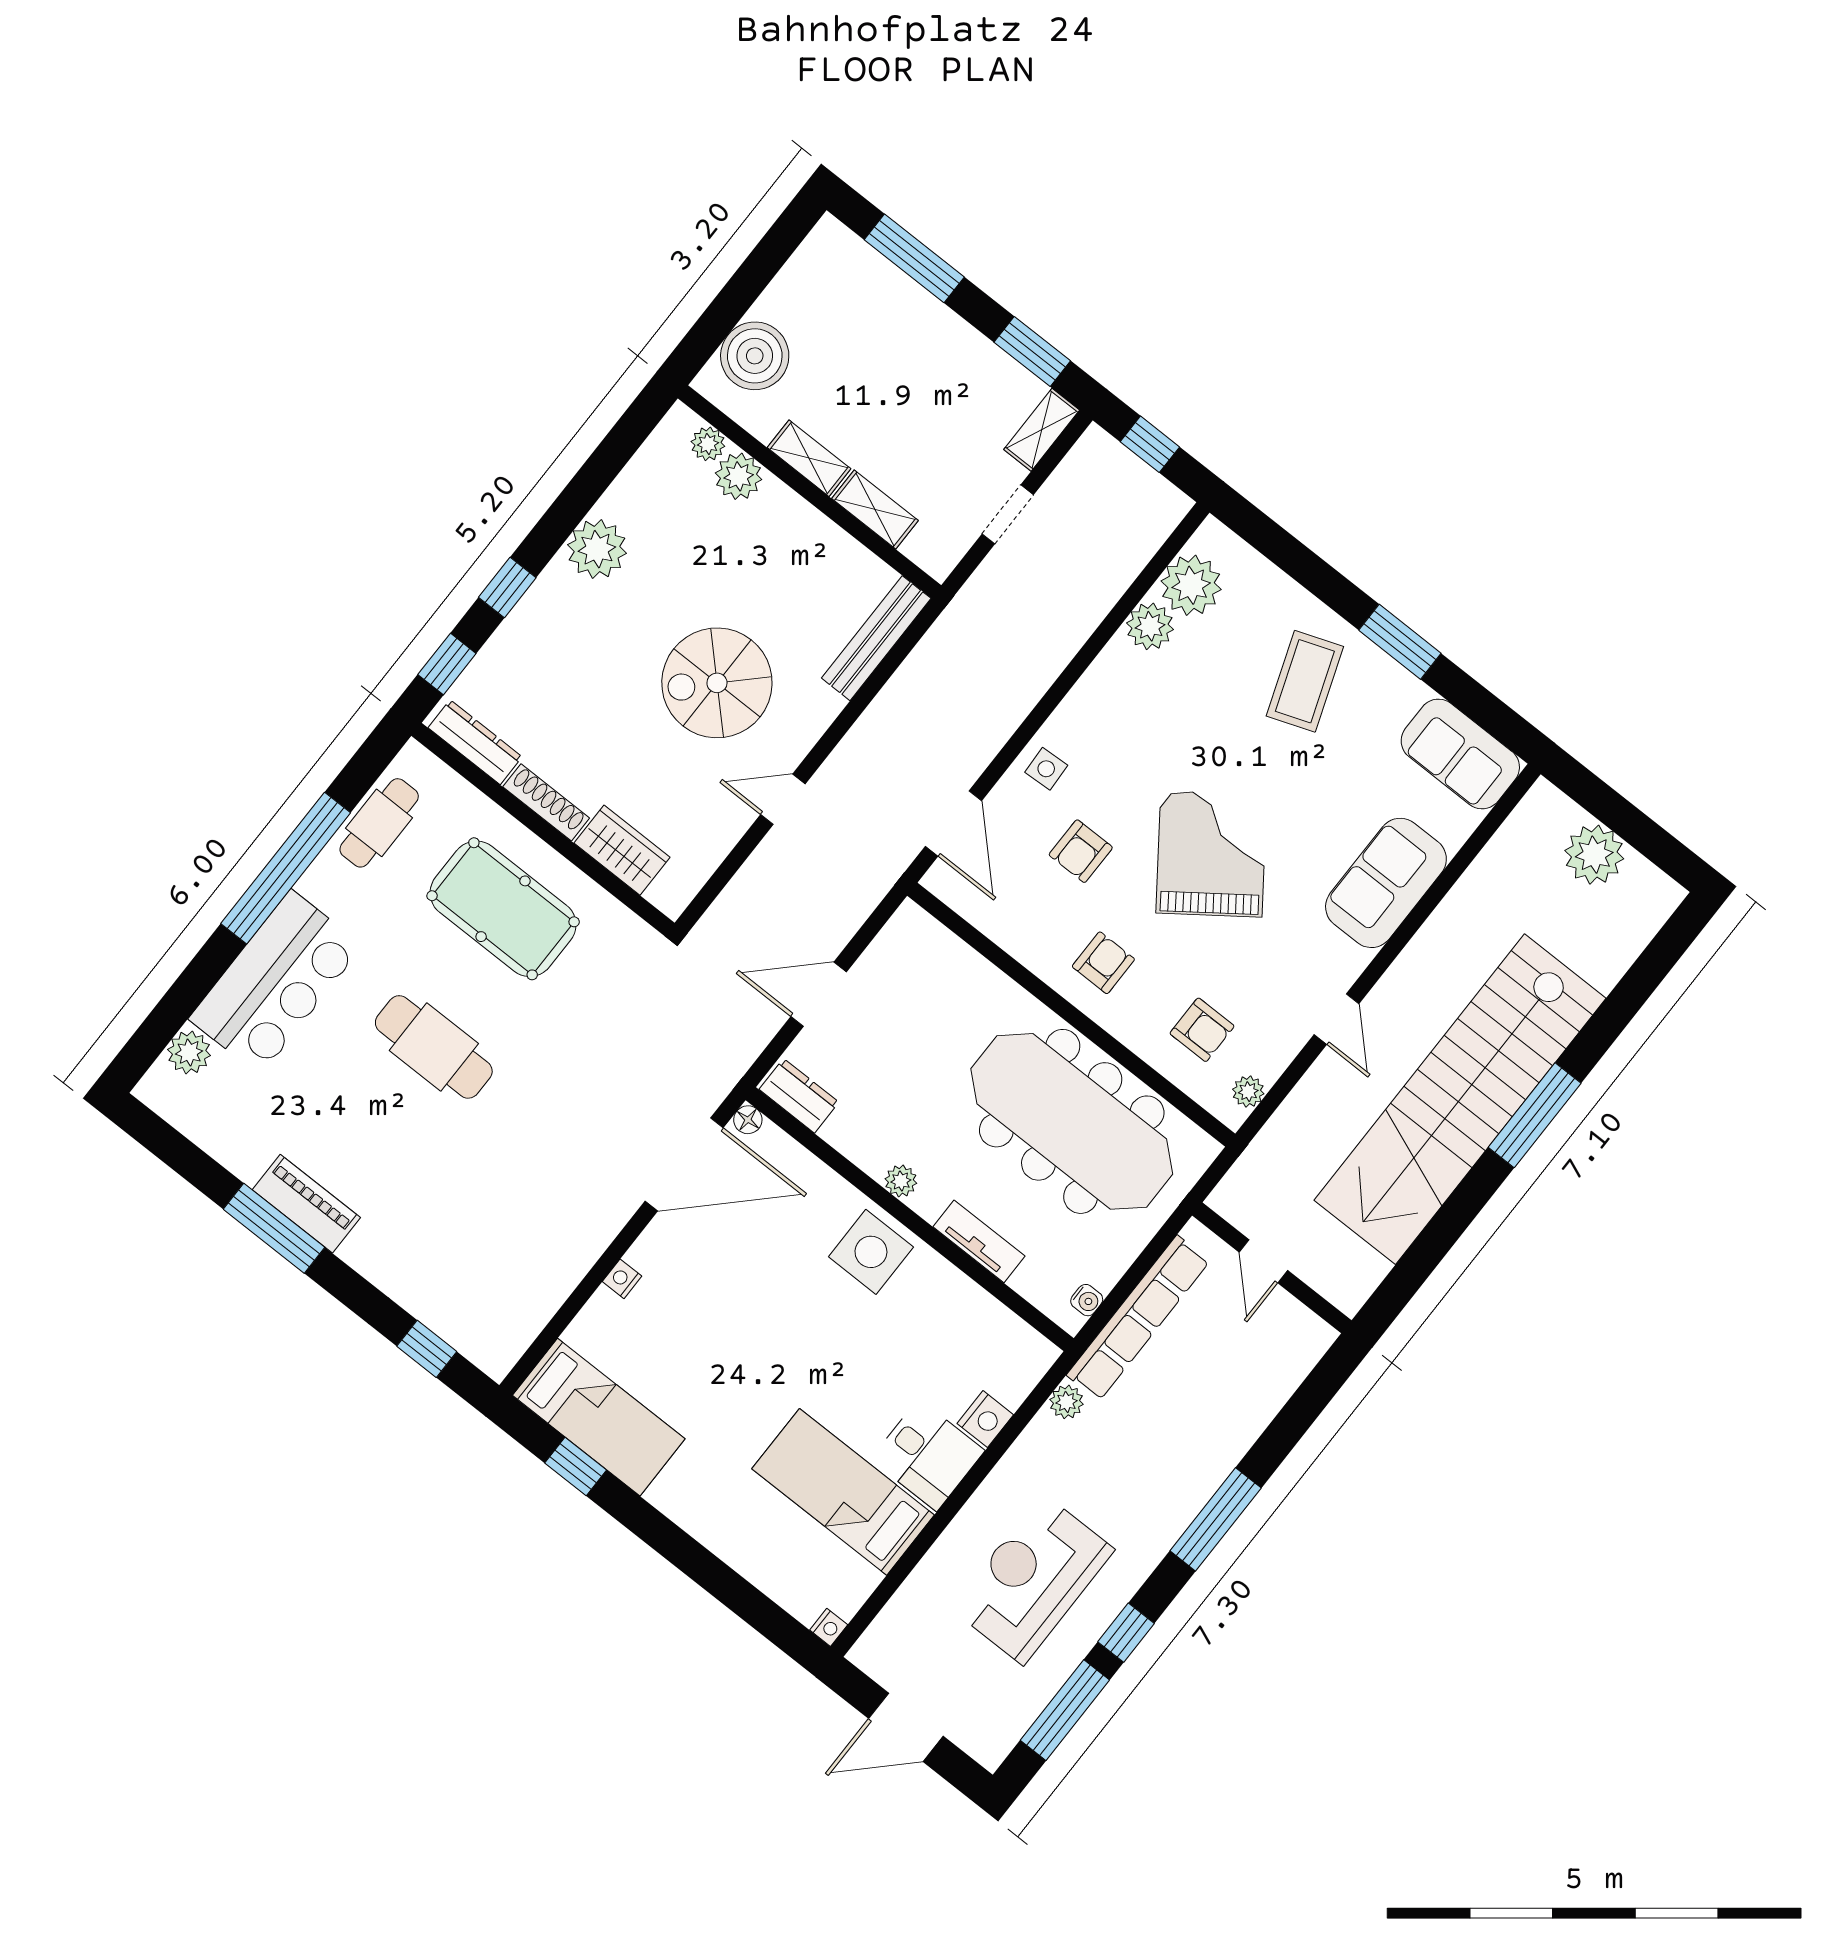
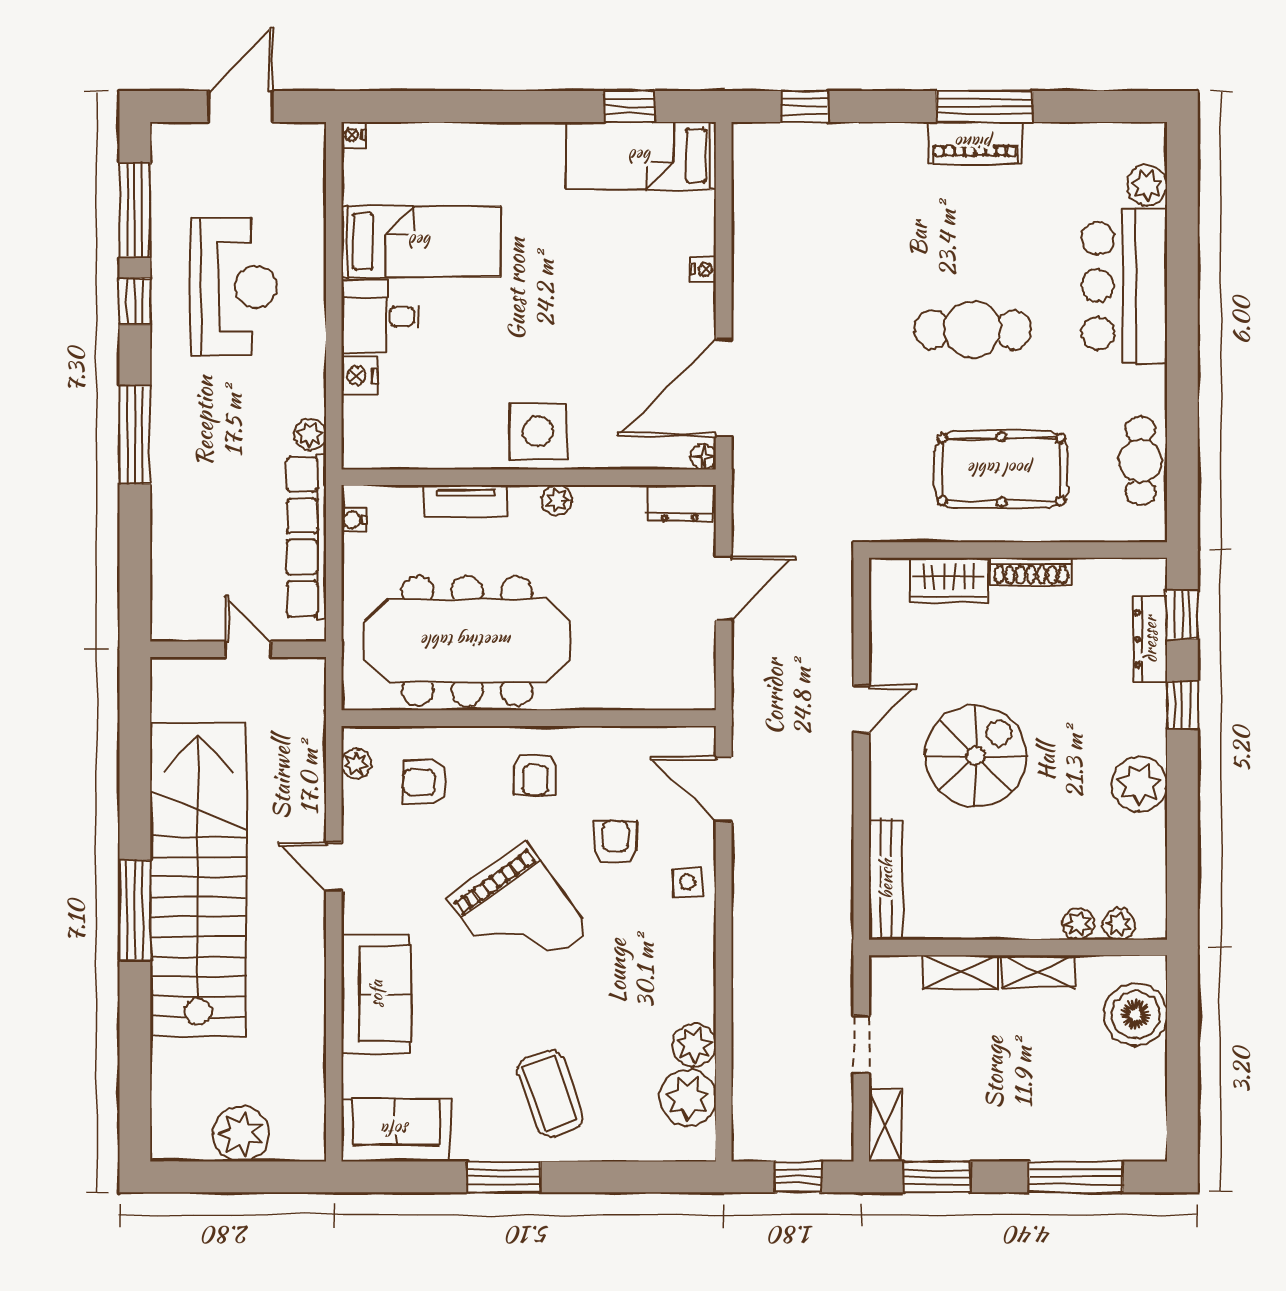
plant: (739, 476) -> (1078, 924), width x0.73, depth x0.73
dresser: (475, 742) -> (1150, 639), moved, turned 90
window: (286, 868) -> (1182, 374), removed

